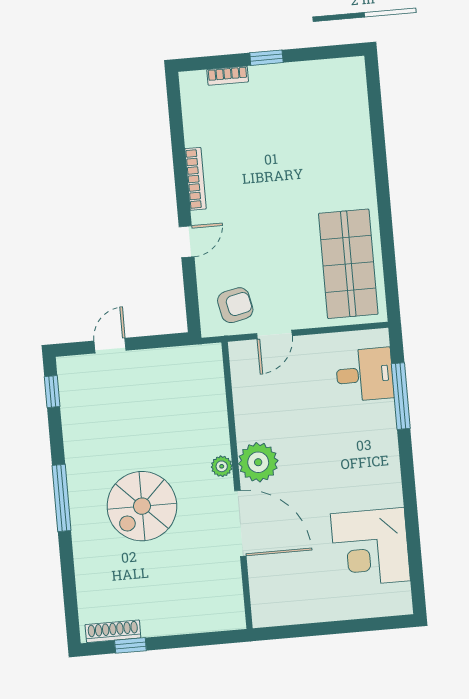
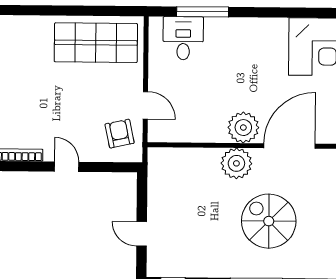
plant: (222, 466) -> (236, 163), width x1.88, depth x1.88
spiral stairs: (142, 506) -> (269, 221), turned 180

